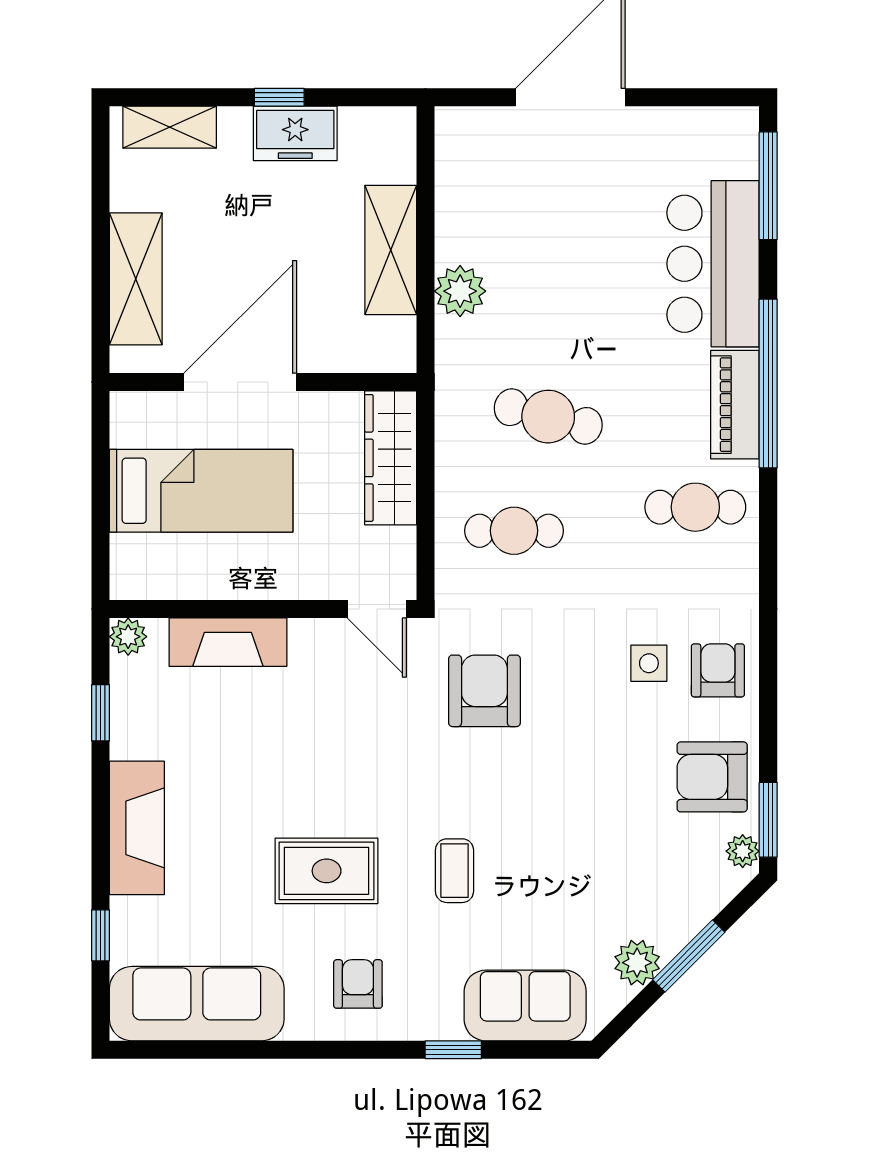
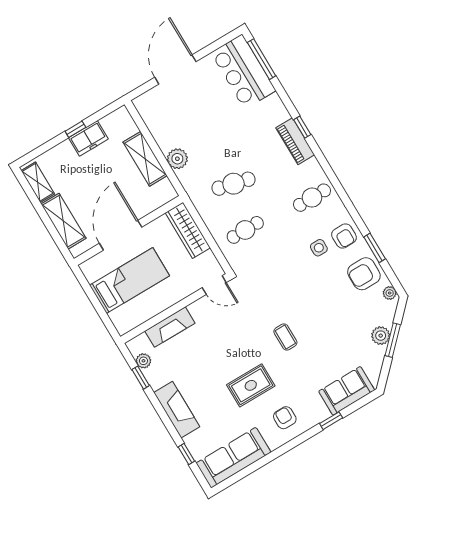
shelving: (170, 127) -> (38, 182), moved, turned 90
bar counter: (713, 264) -> (243, 72), moved
window: (768, 384) -> (302, 127), width x0.32
cafe table: (695, 507) -> (312, 198), moved
plant: (128, 637) -> (143, 361), moved
armchair: (718, 670) -> (344, 236), turned 180
armchair: (484, 691) -> (268, 291), removed
window: (768, 820) -> (375, 248), moved
coffee table: (454, 871) -> (285, 337), moved
plant: (637, 963) -> (381, 336), moved

